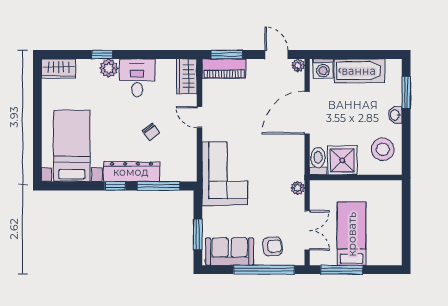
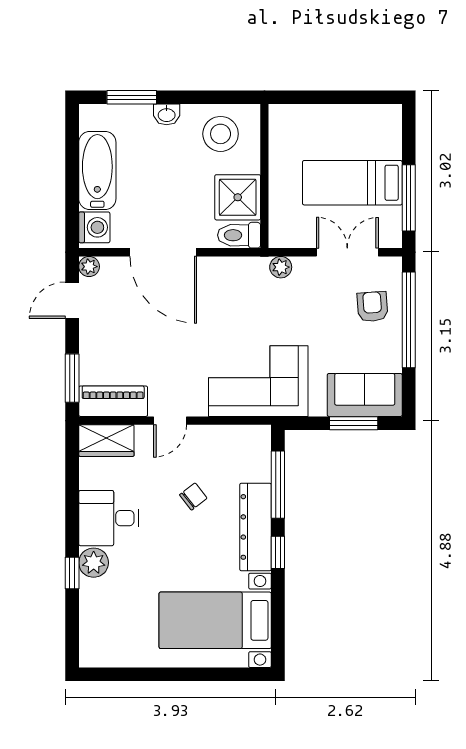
wardrobe: (58, 69) -> (94, 641), removed
piano: (224, 69) -> (113, 401), moved, turned -90
sofa: (230, 252) -> (365, 395), moved, turned 90

